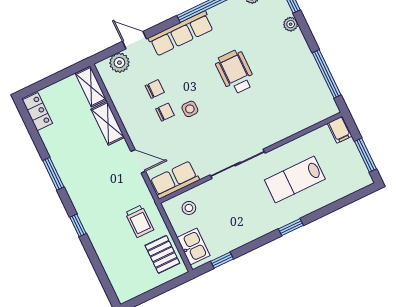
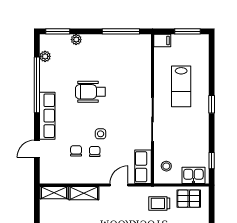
plant: (119, 63) -> (47, 166), removed
trolley: (139, 221) -> (159, 203), turned 180

